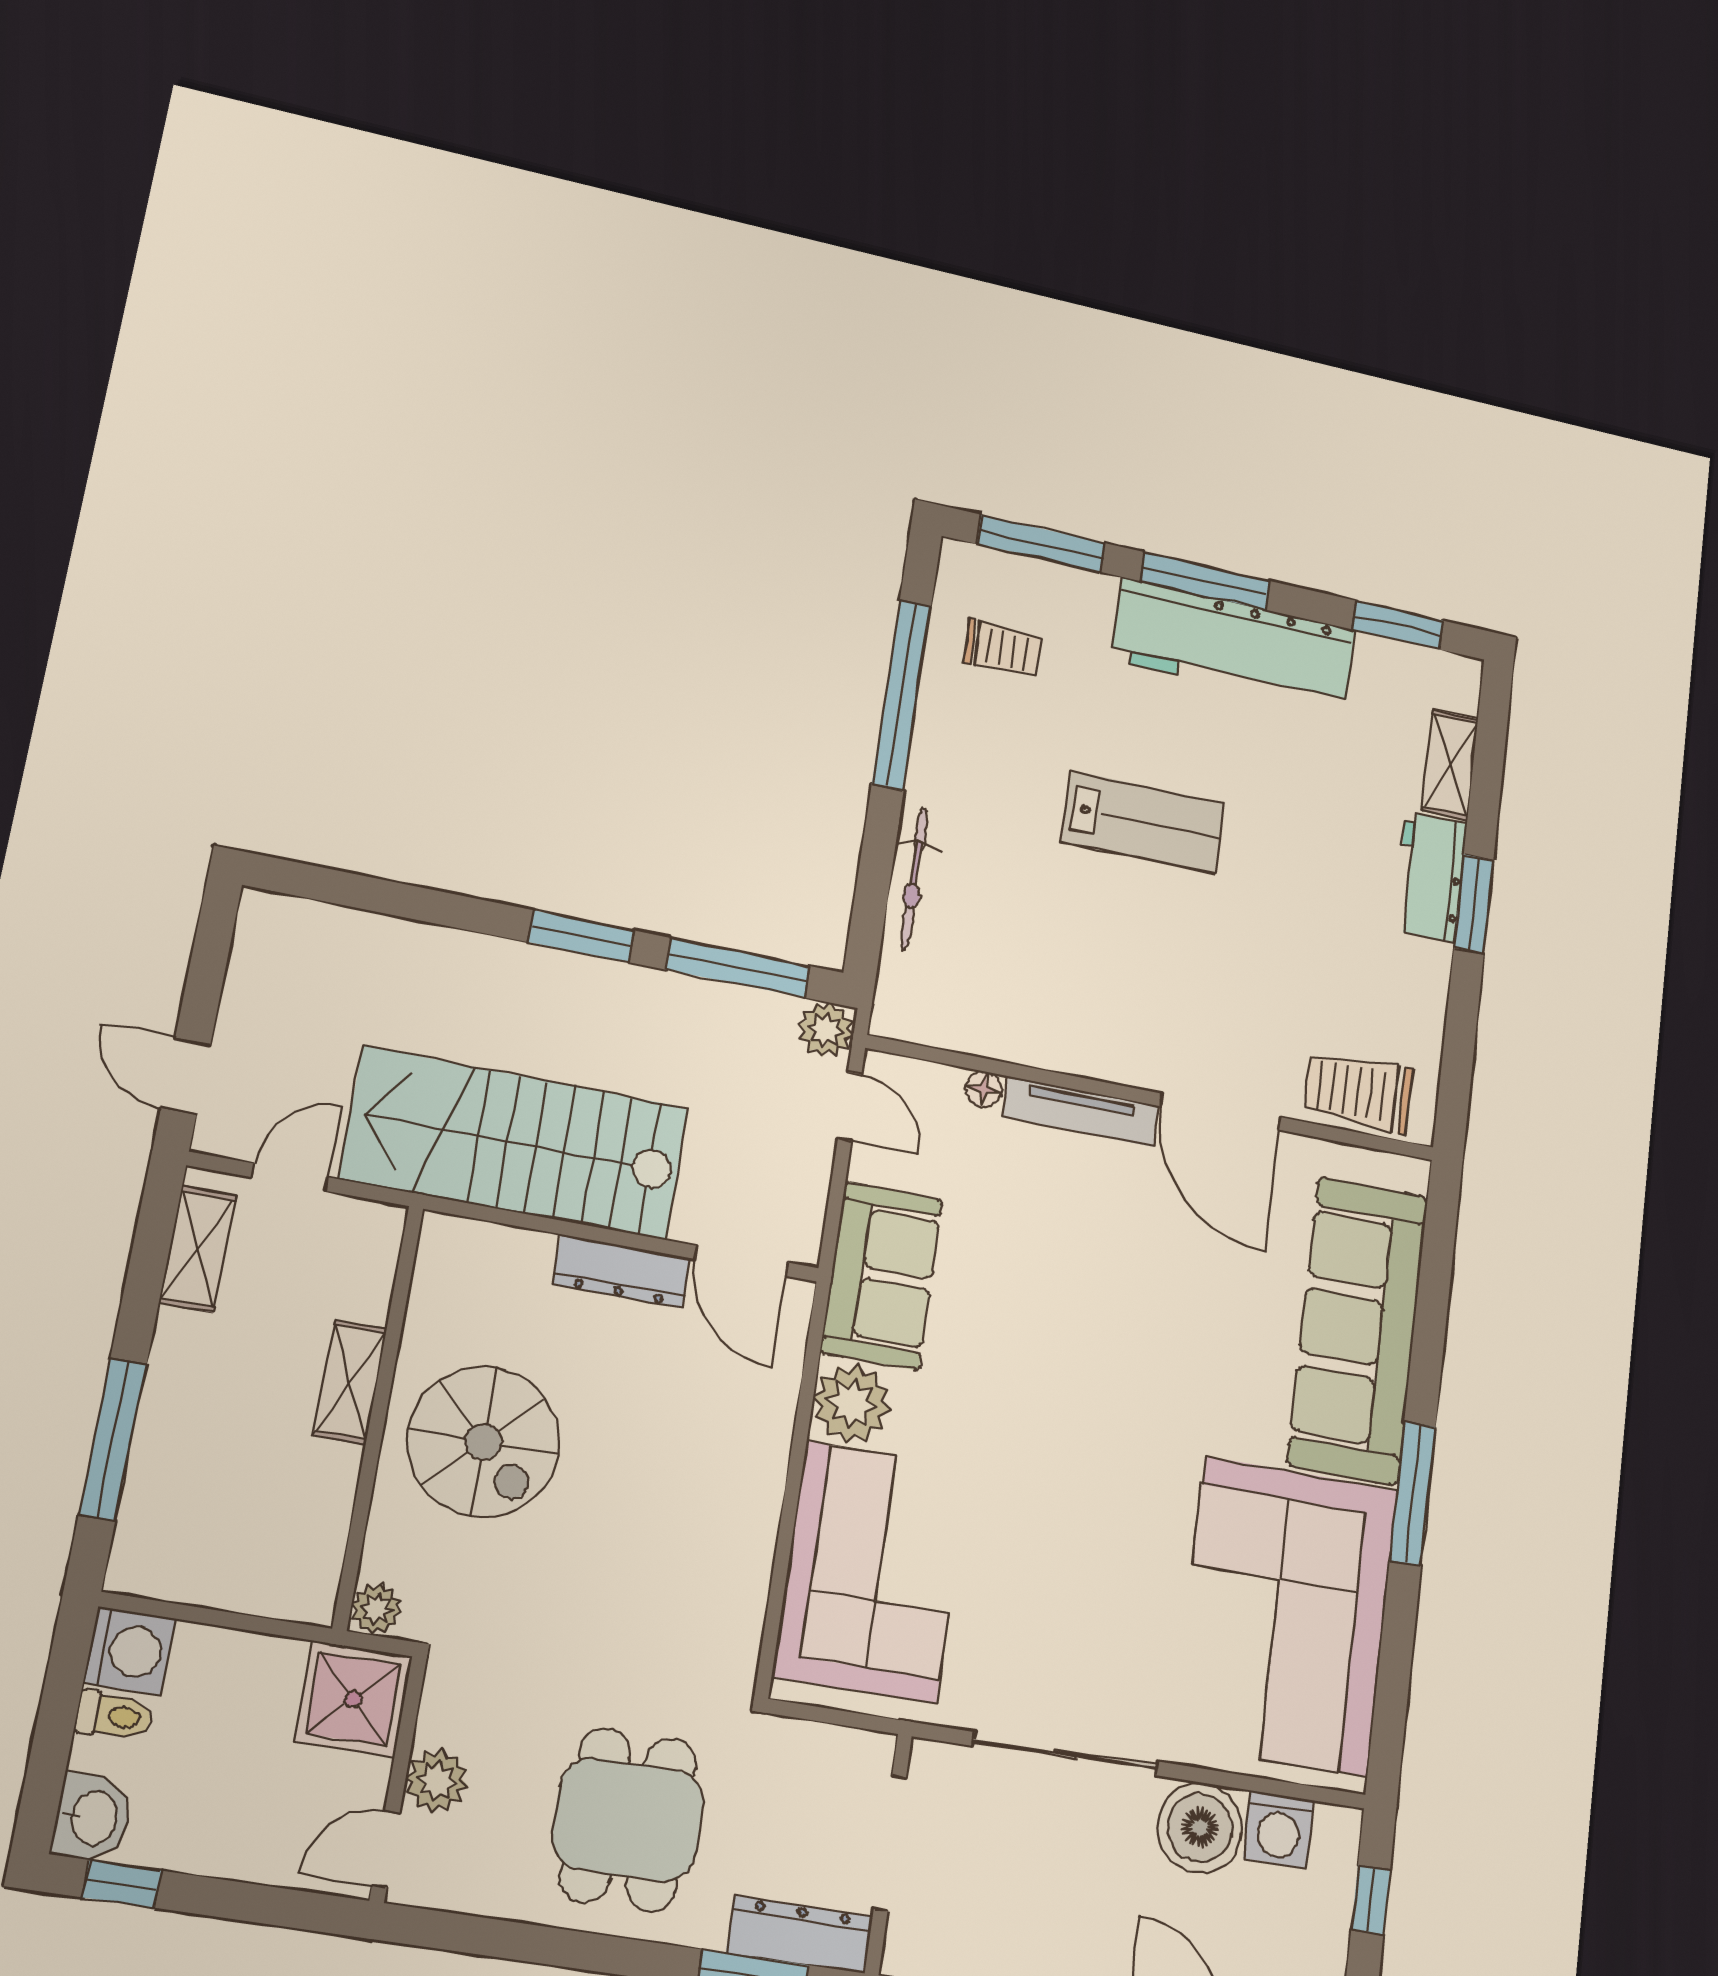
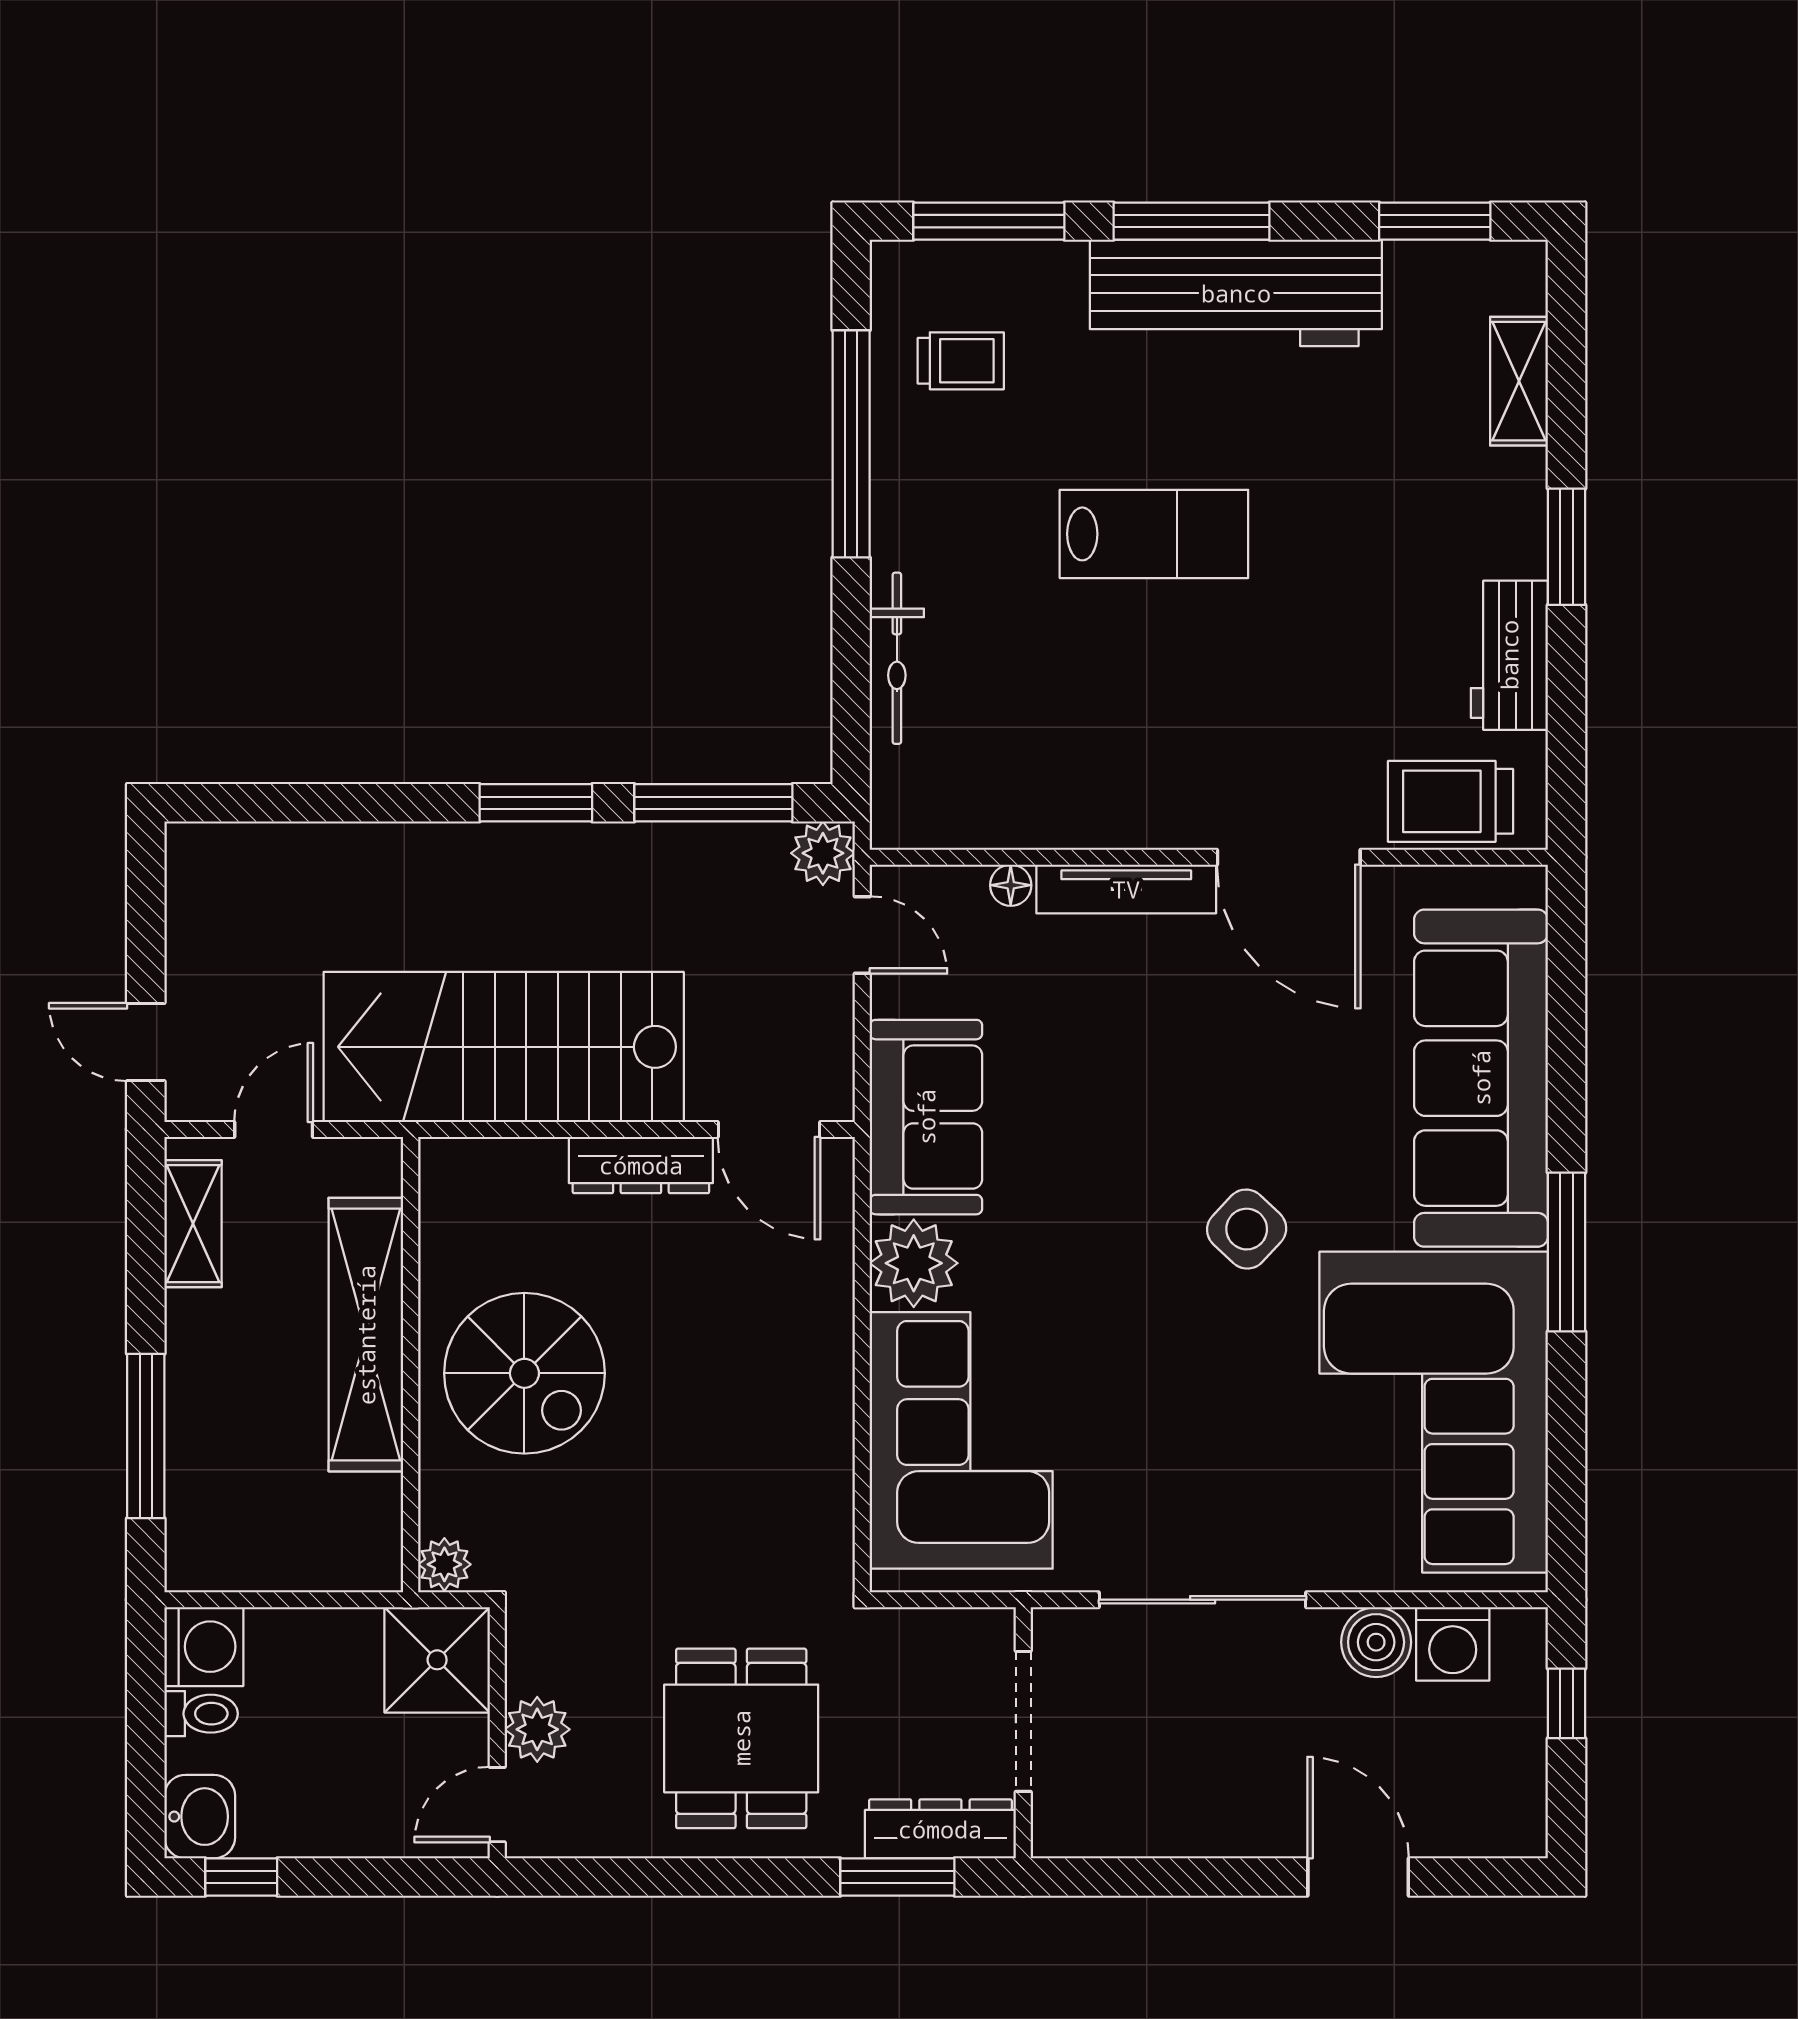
workbench: (1430, 877) -> (1509, 655), moved
shelving: (350, 1382) -> (366, 1335), width x2.20, depth x1.33
side table: (1146, 1425) -> (1247, 1229), added
boiler: (1200, 1827) -> (1376, 1642), width x0.73, depth x0.73

